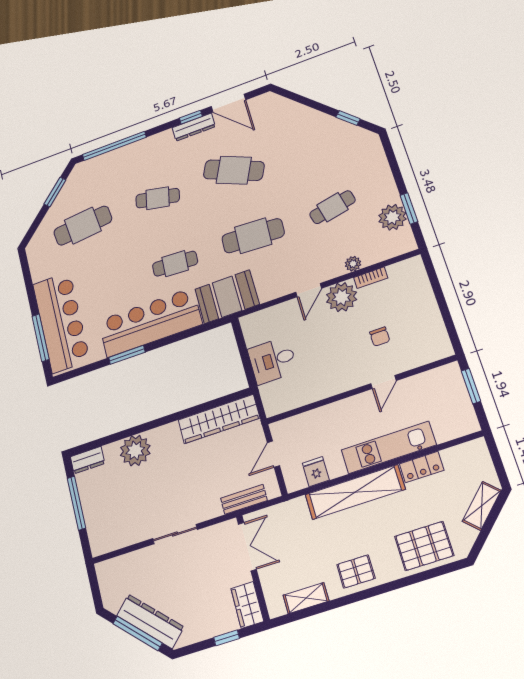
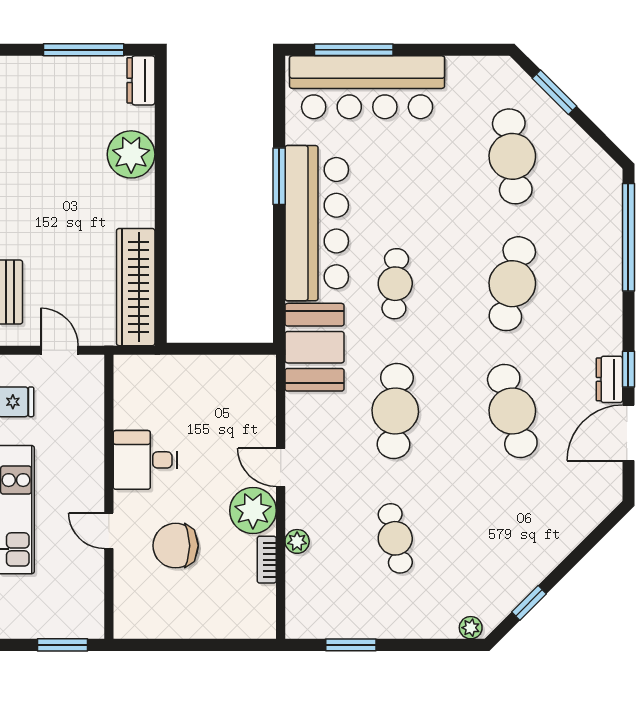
dresser: (194, 127) -> (609, 379), width x0.70
cafe table: (234, 170) -> (512, 411), turned -39
window: (55, 192) -> (554, 92), moved
cafe table: (158, 198) -> (512, 284), width x1.37, depth x1.35
plant: (392, 217) -> (471, 628), moved, width x0.53, depth x0.53
chair: (380, 337) -> (176, 546), width x1.87, depth x1.87
desk: (273, 360) -> (145, 460), moved, turned -90

